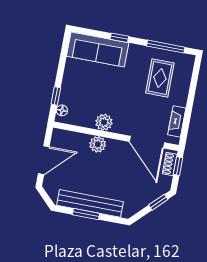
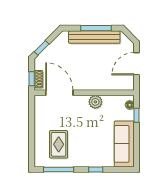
sofa: (98, 50) -> (124, 144), moved, turned -90
fireplace: (177, 121) -> (39, 113), removed
plant: (98, 144) -> (97, 84), removed
window: (86, 214) -> (96, 28), width x1.44

